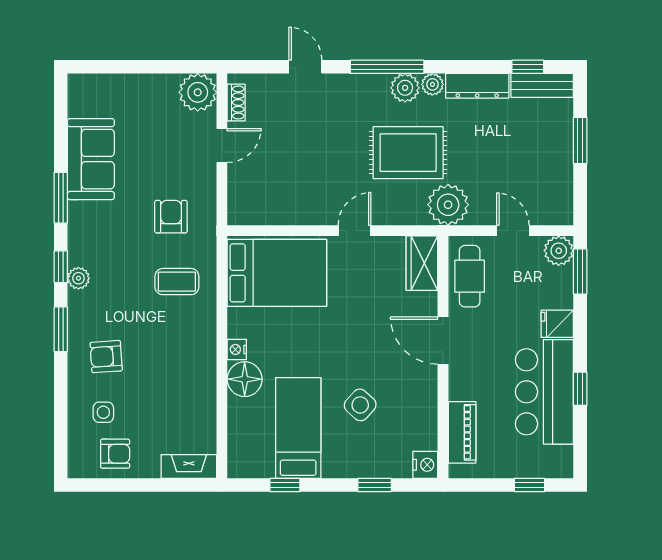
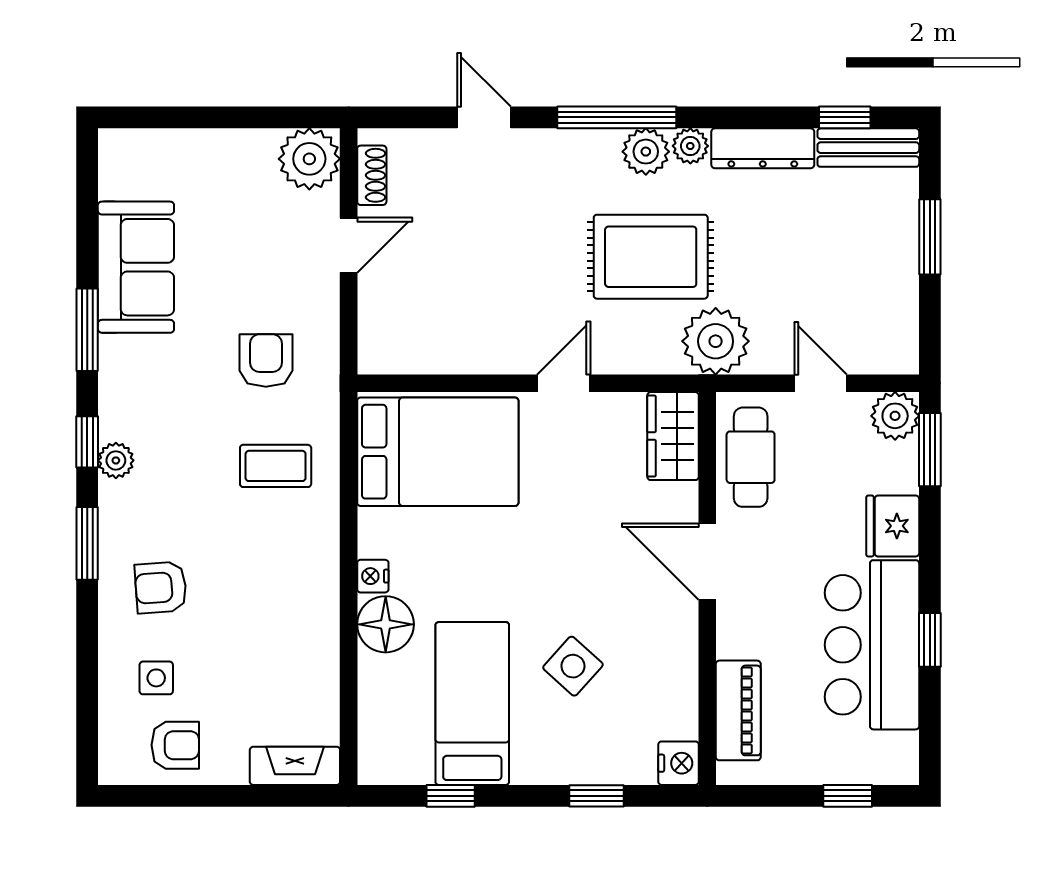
fridge: (557, 324) -> (893, 526), width x1.38

